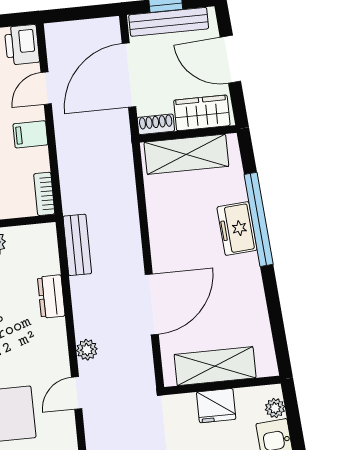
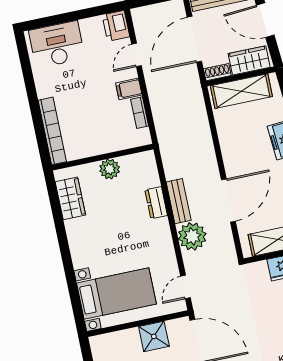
bookcase: (44, 194) -> (140, 113), moved
bench: (77, 245) -> (179, 201), moved
plant: (87, 350) -> (192, 236), width x1.88, depth x1.88
door: (77, 393) -> (185, 287), moved

